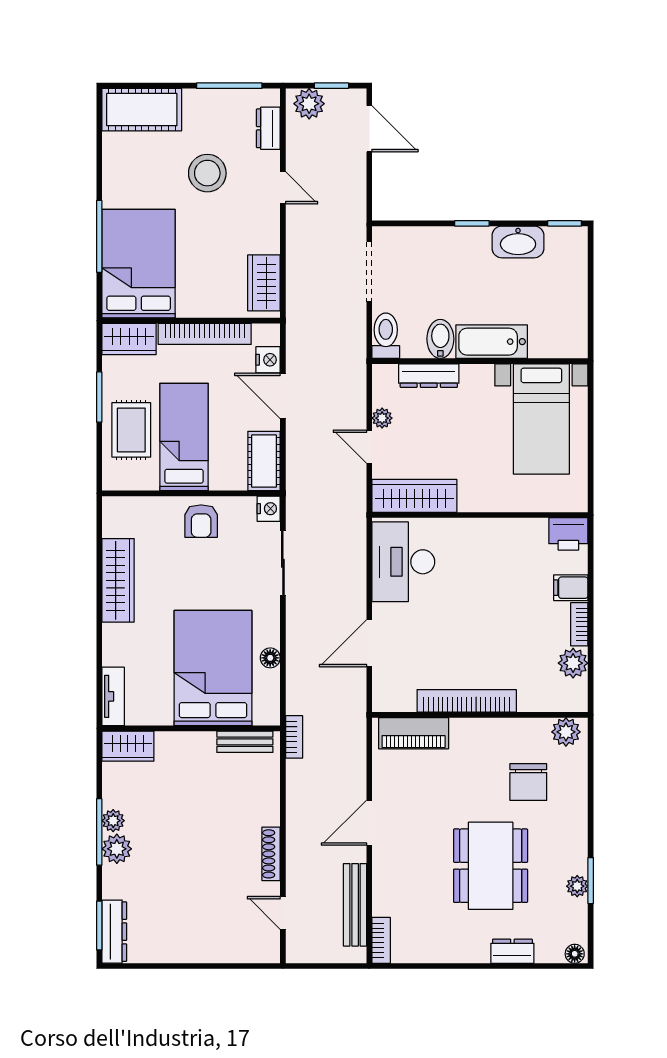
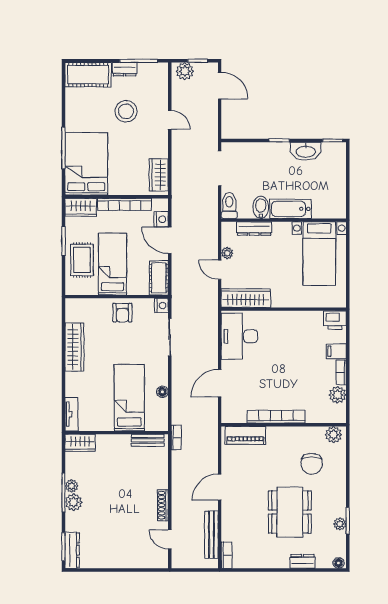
dresser: (268, 128) -> (125, 69), moved, turned -90
bed: (213, 668) -> (129, 398), width x0.67

